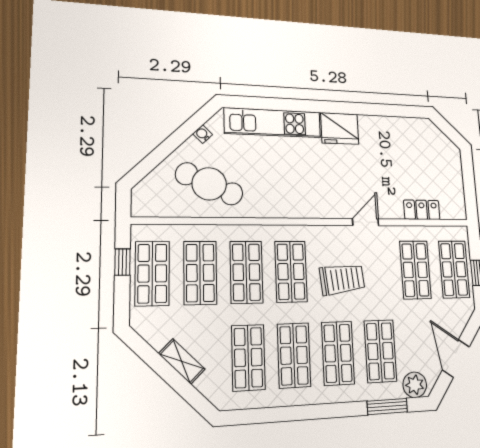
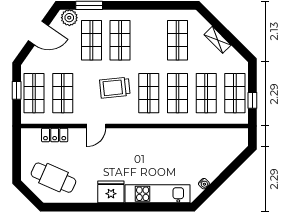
cafe table: (209, 184) -> (53, 178), moved
shop shelf: (294, 355) -> (149, 40), removed
door: (456, 358) -> (38, 33), hinge flipped

